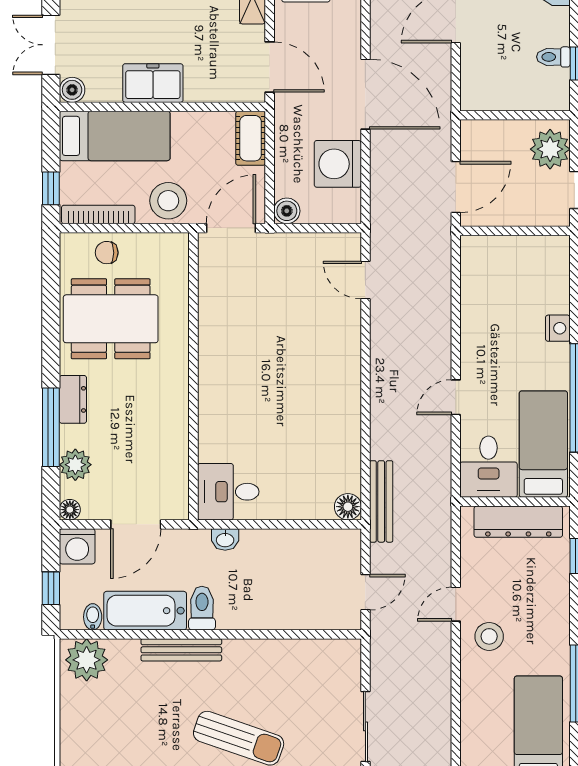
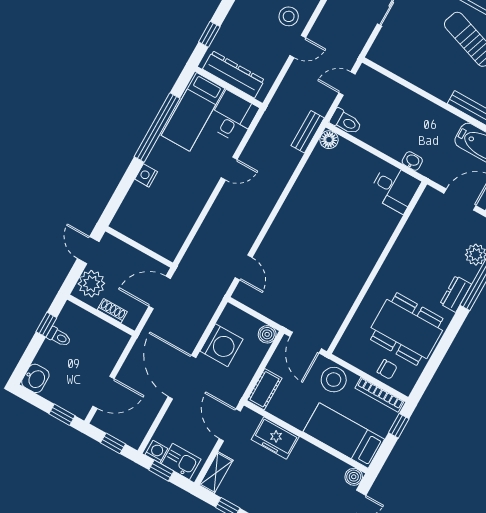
freezer: (153, 83) -> (275, 438), moved
shoe rack: (504, 129) -> (112, 311), added
door: (231, 228) -> (306, 343), hinge flipped
bench: (381, 501) -> (308, 132), width x0.73
toilet: (202, 608) -> (346, 122), moved, turned -90

